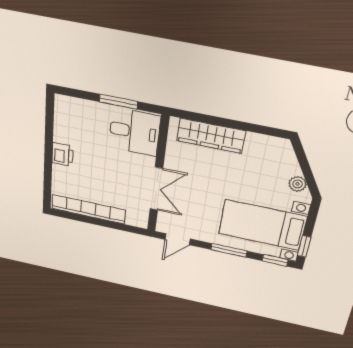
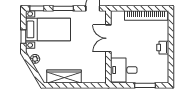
window: (118, 102) -> (145, 85), moved
wardrobe: (211, 136) -> (64, 77), moved
window: (304, 246) -> (23, 37), moved

